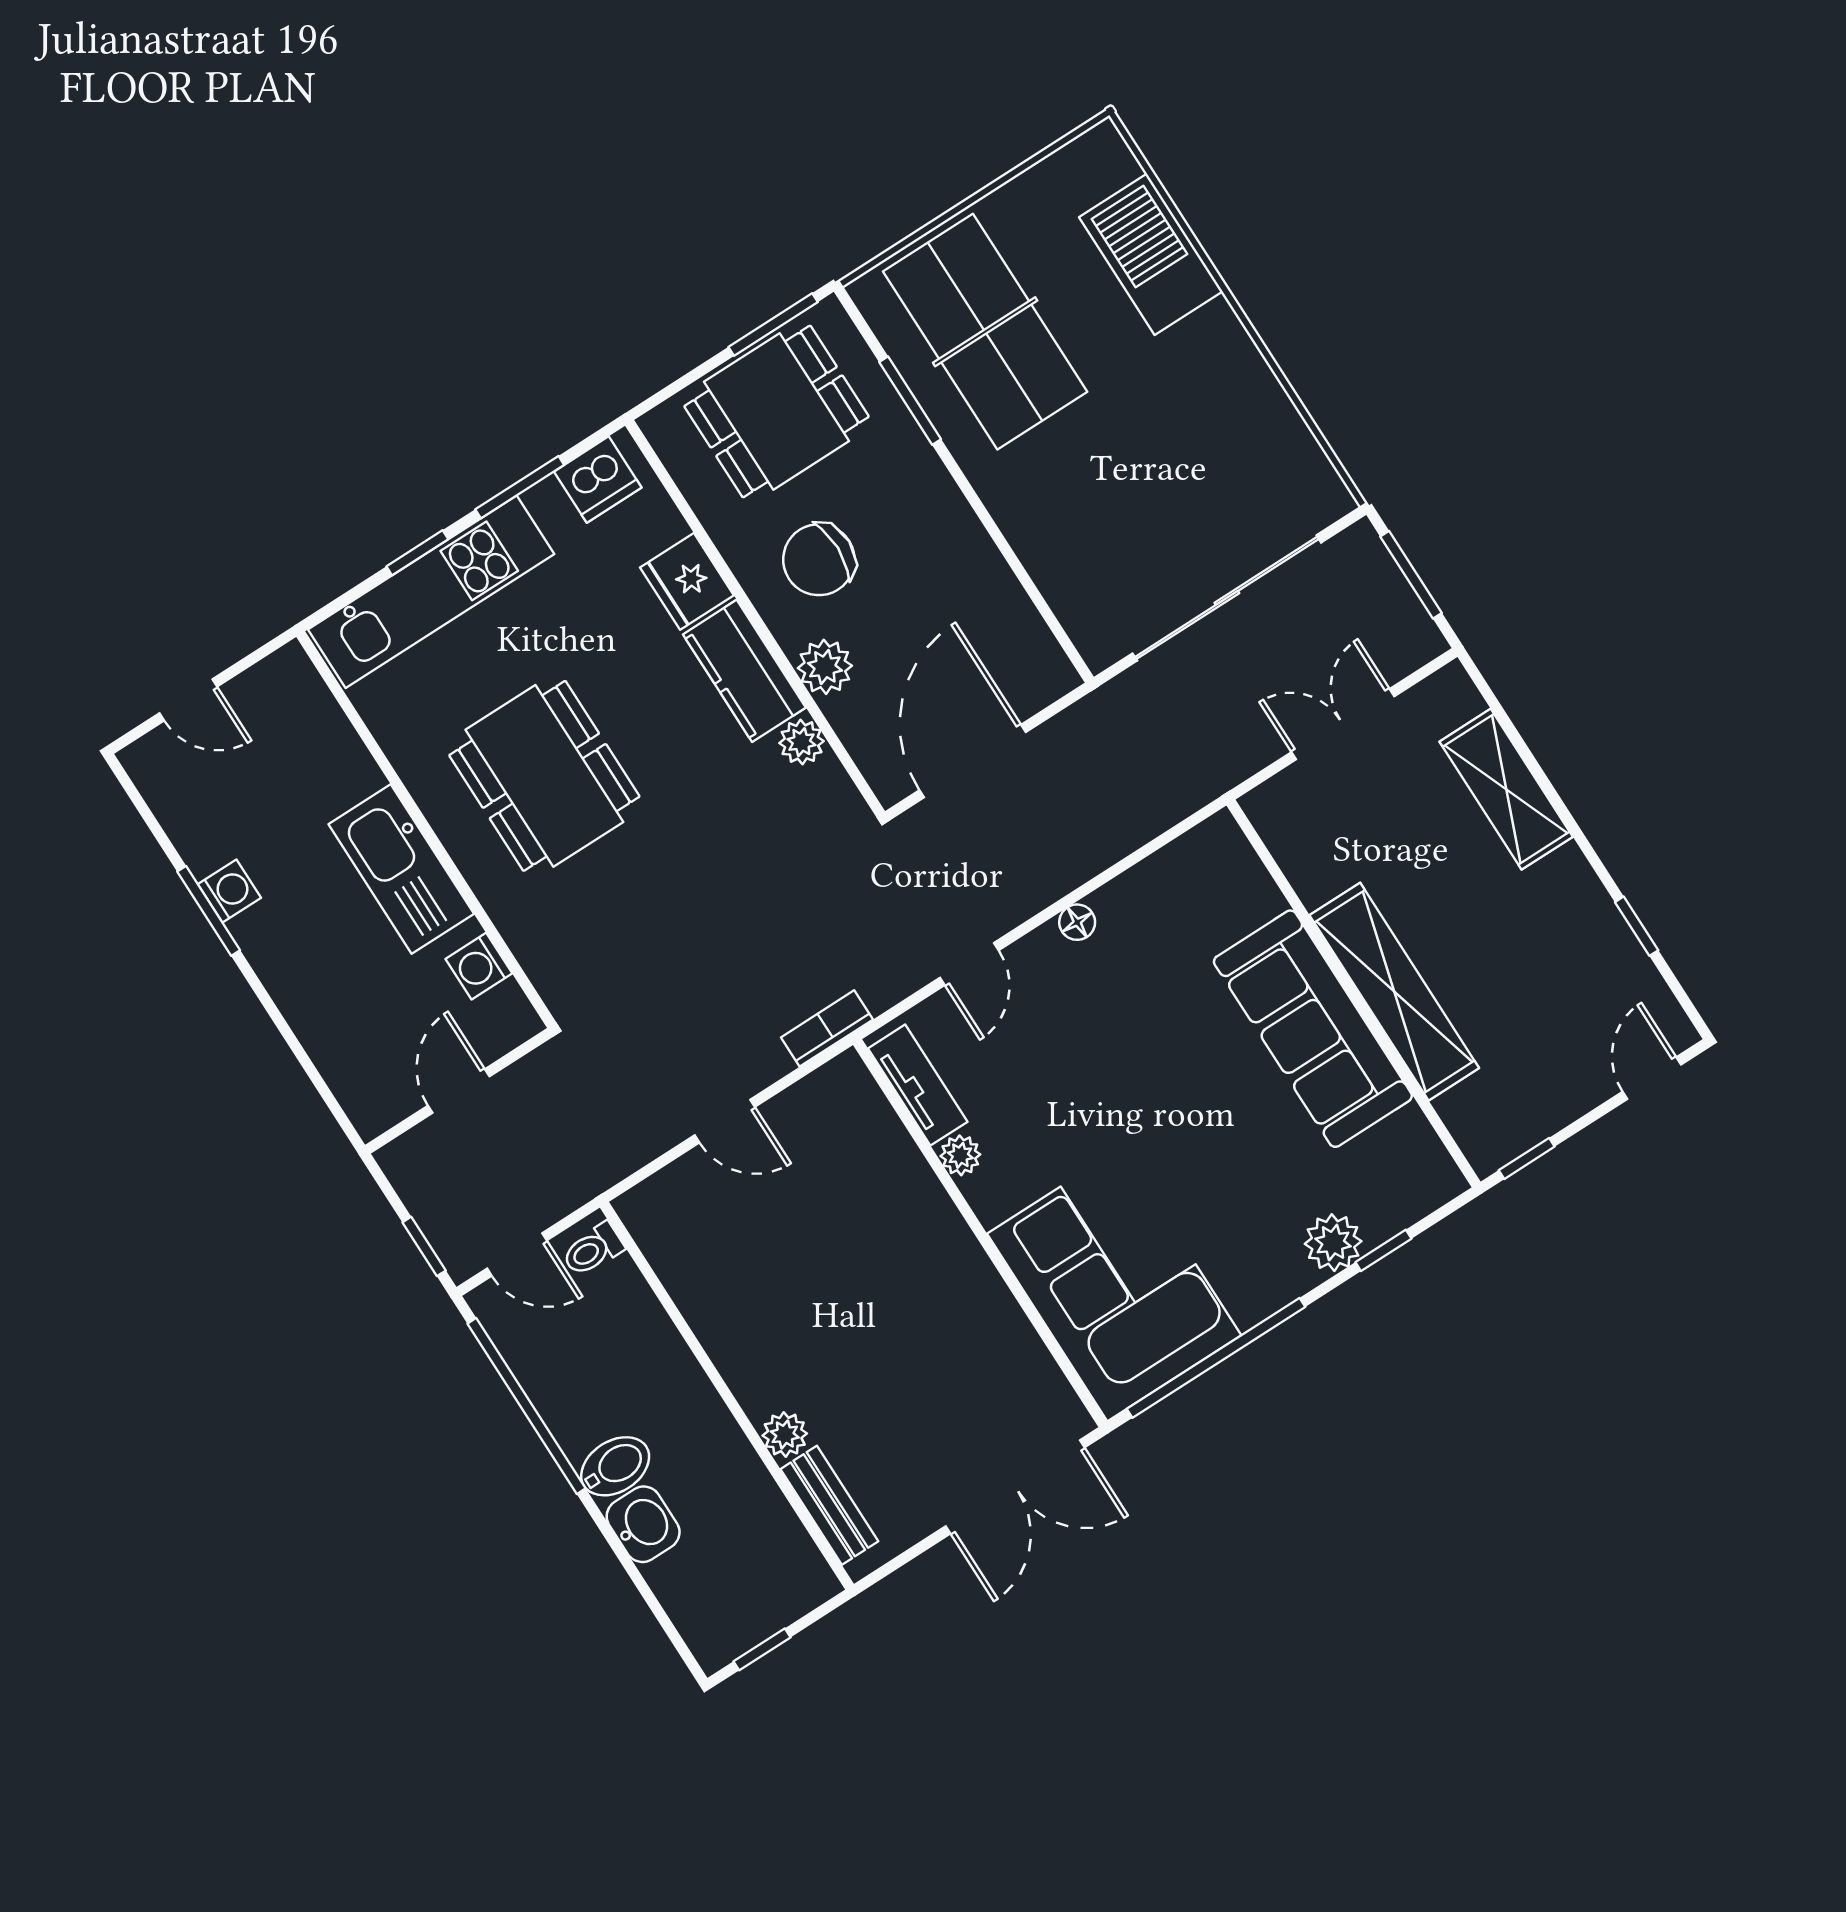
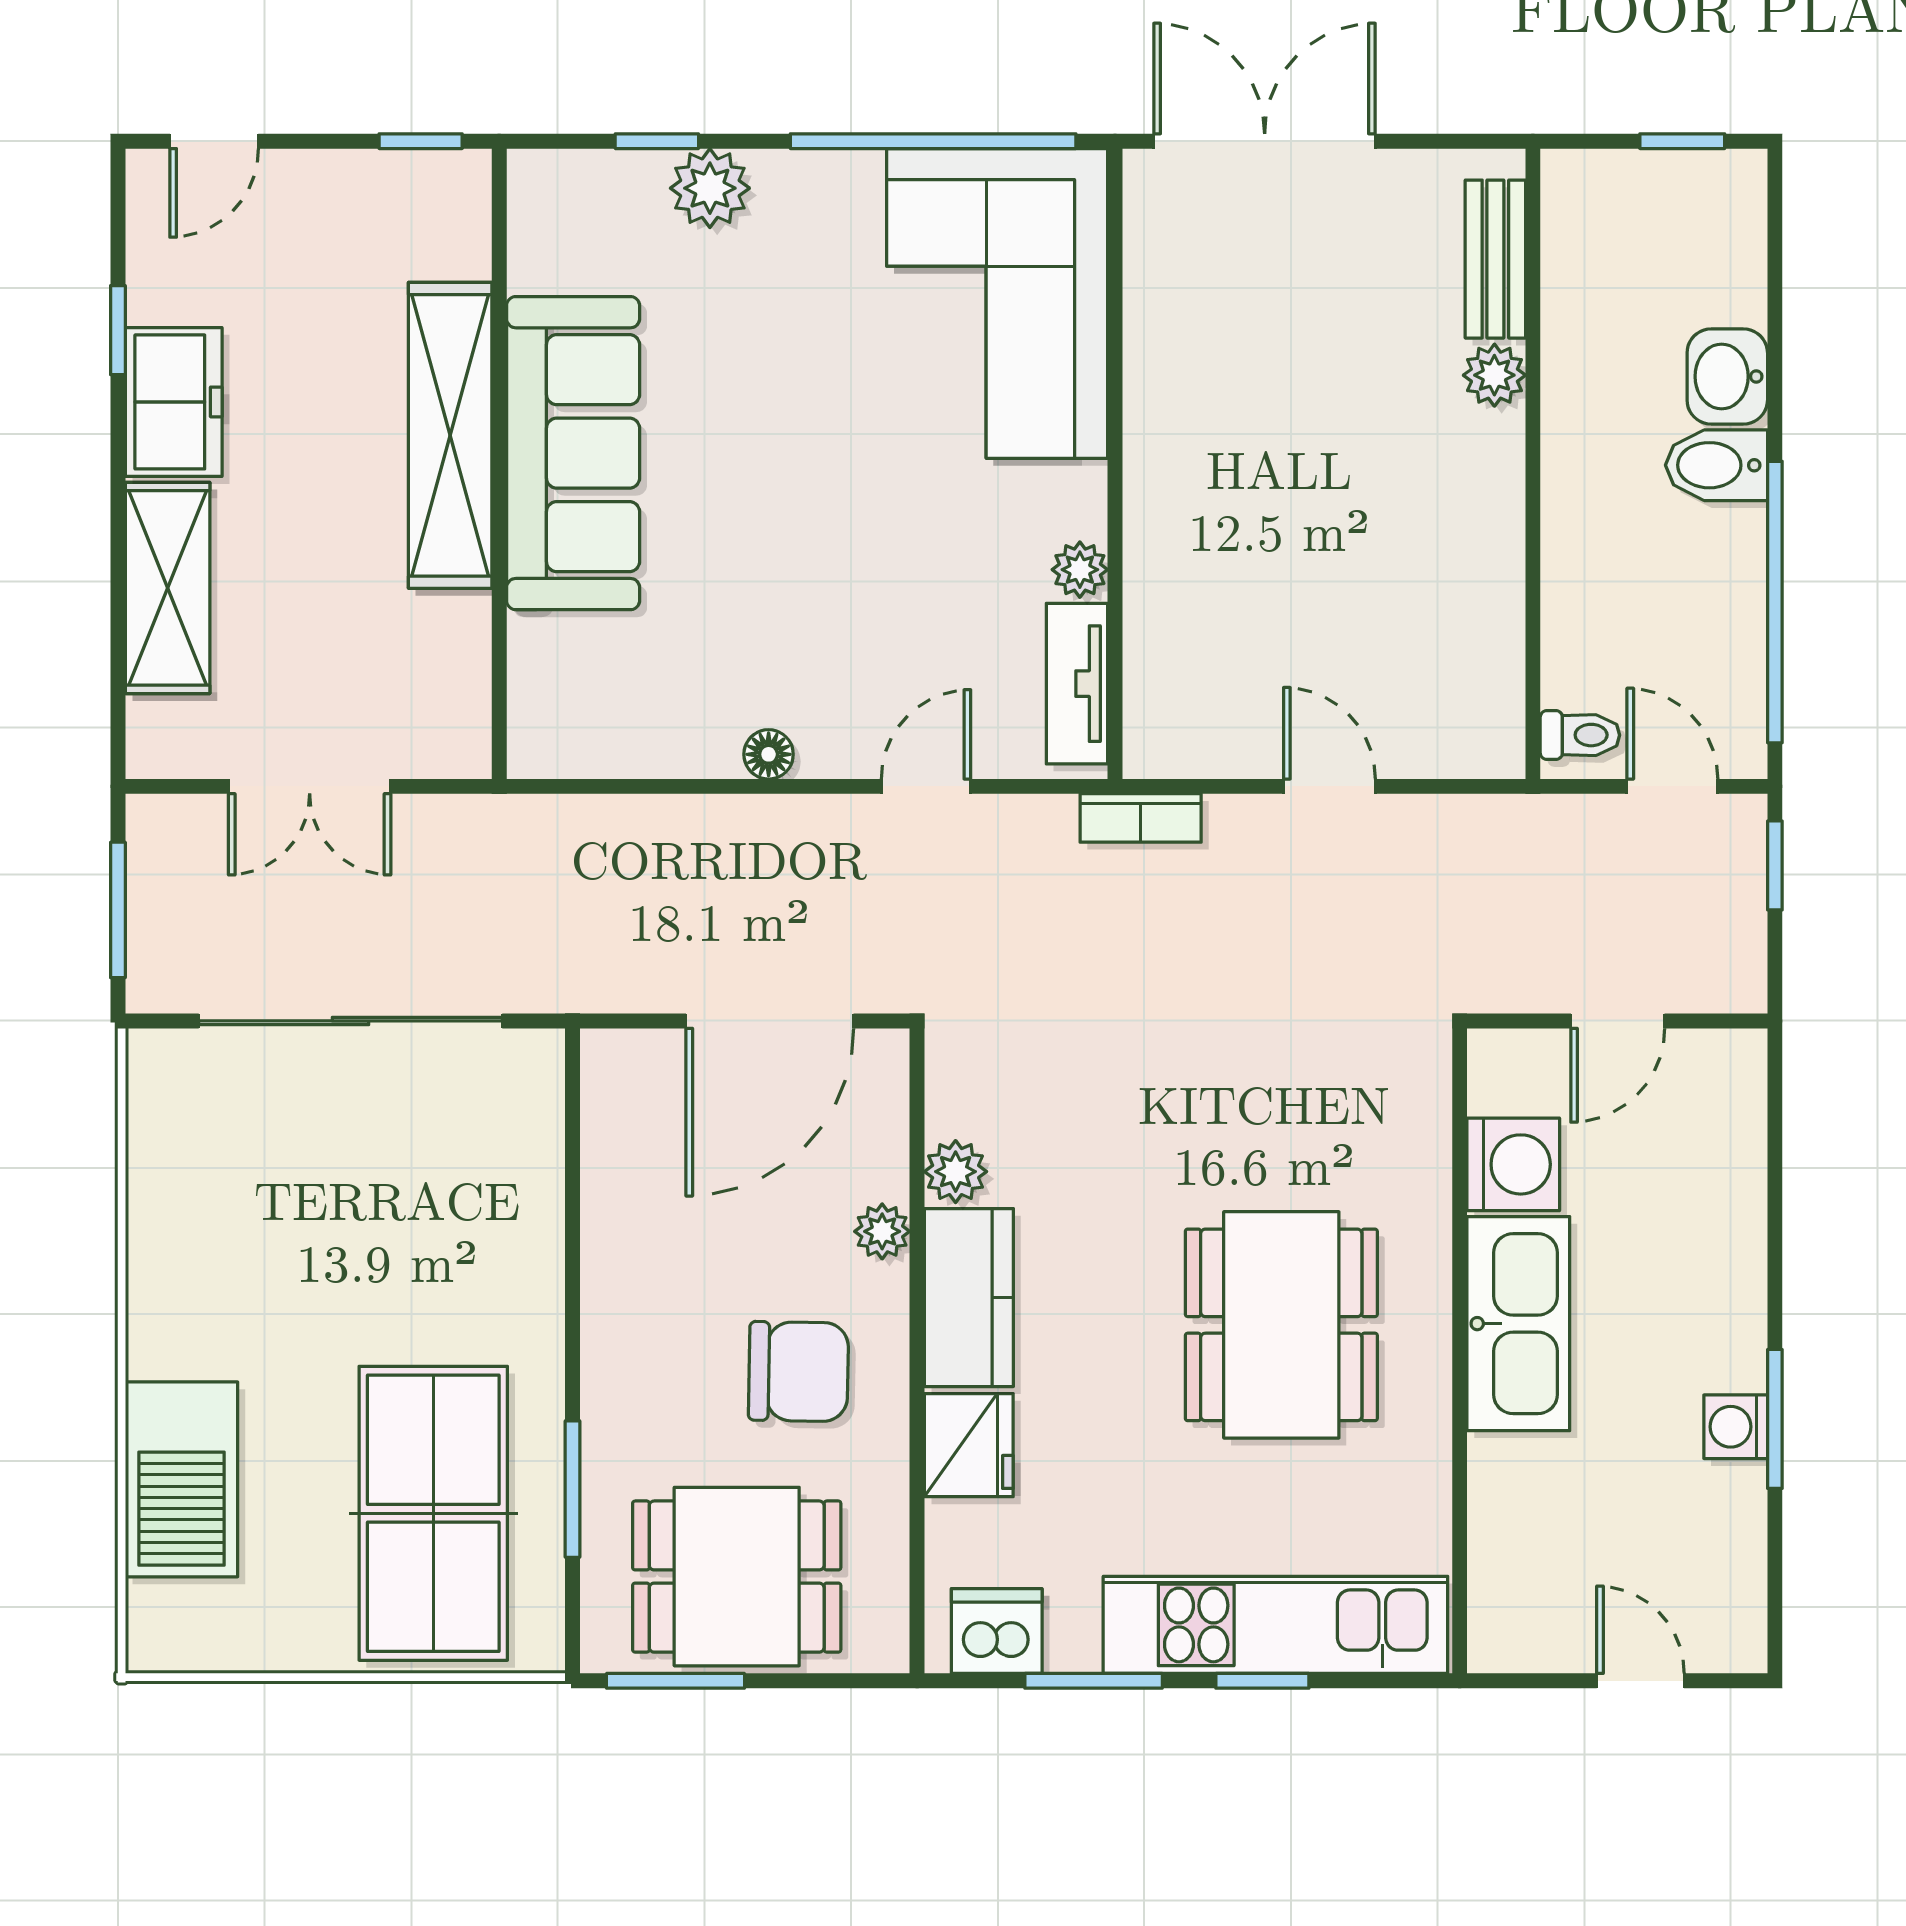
plant: (825, 667) -> (882, 1231), width x0.73, depth x0.73
freezer: (1575, 904) -> (174, 402), added
washing machine: (479, 966) -> (1513, 1164), width x1.38, depth x1.38

